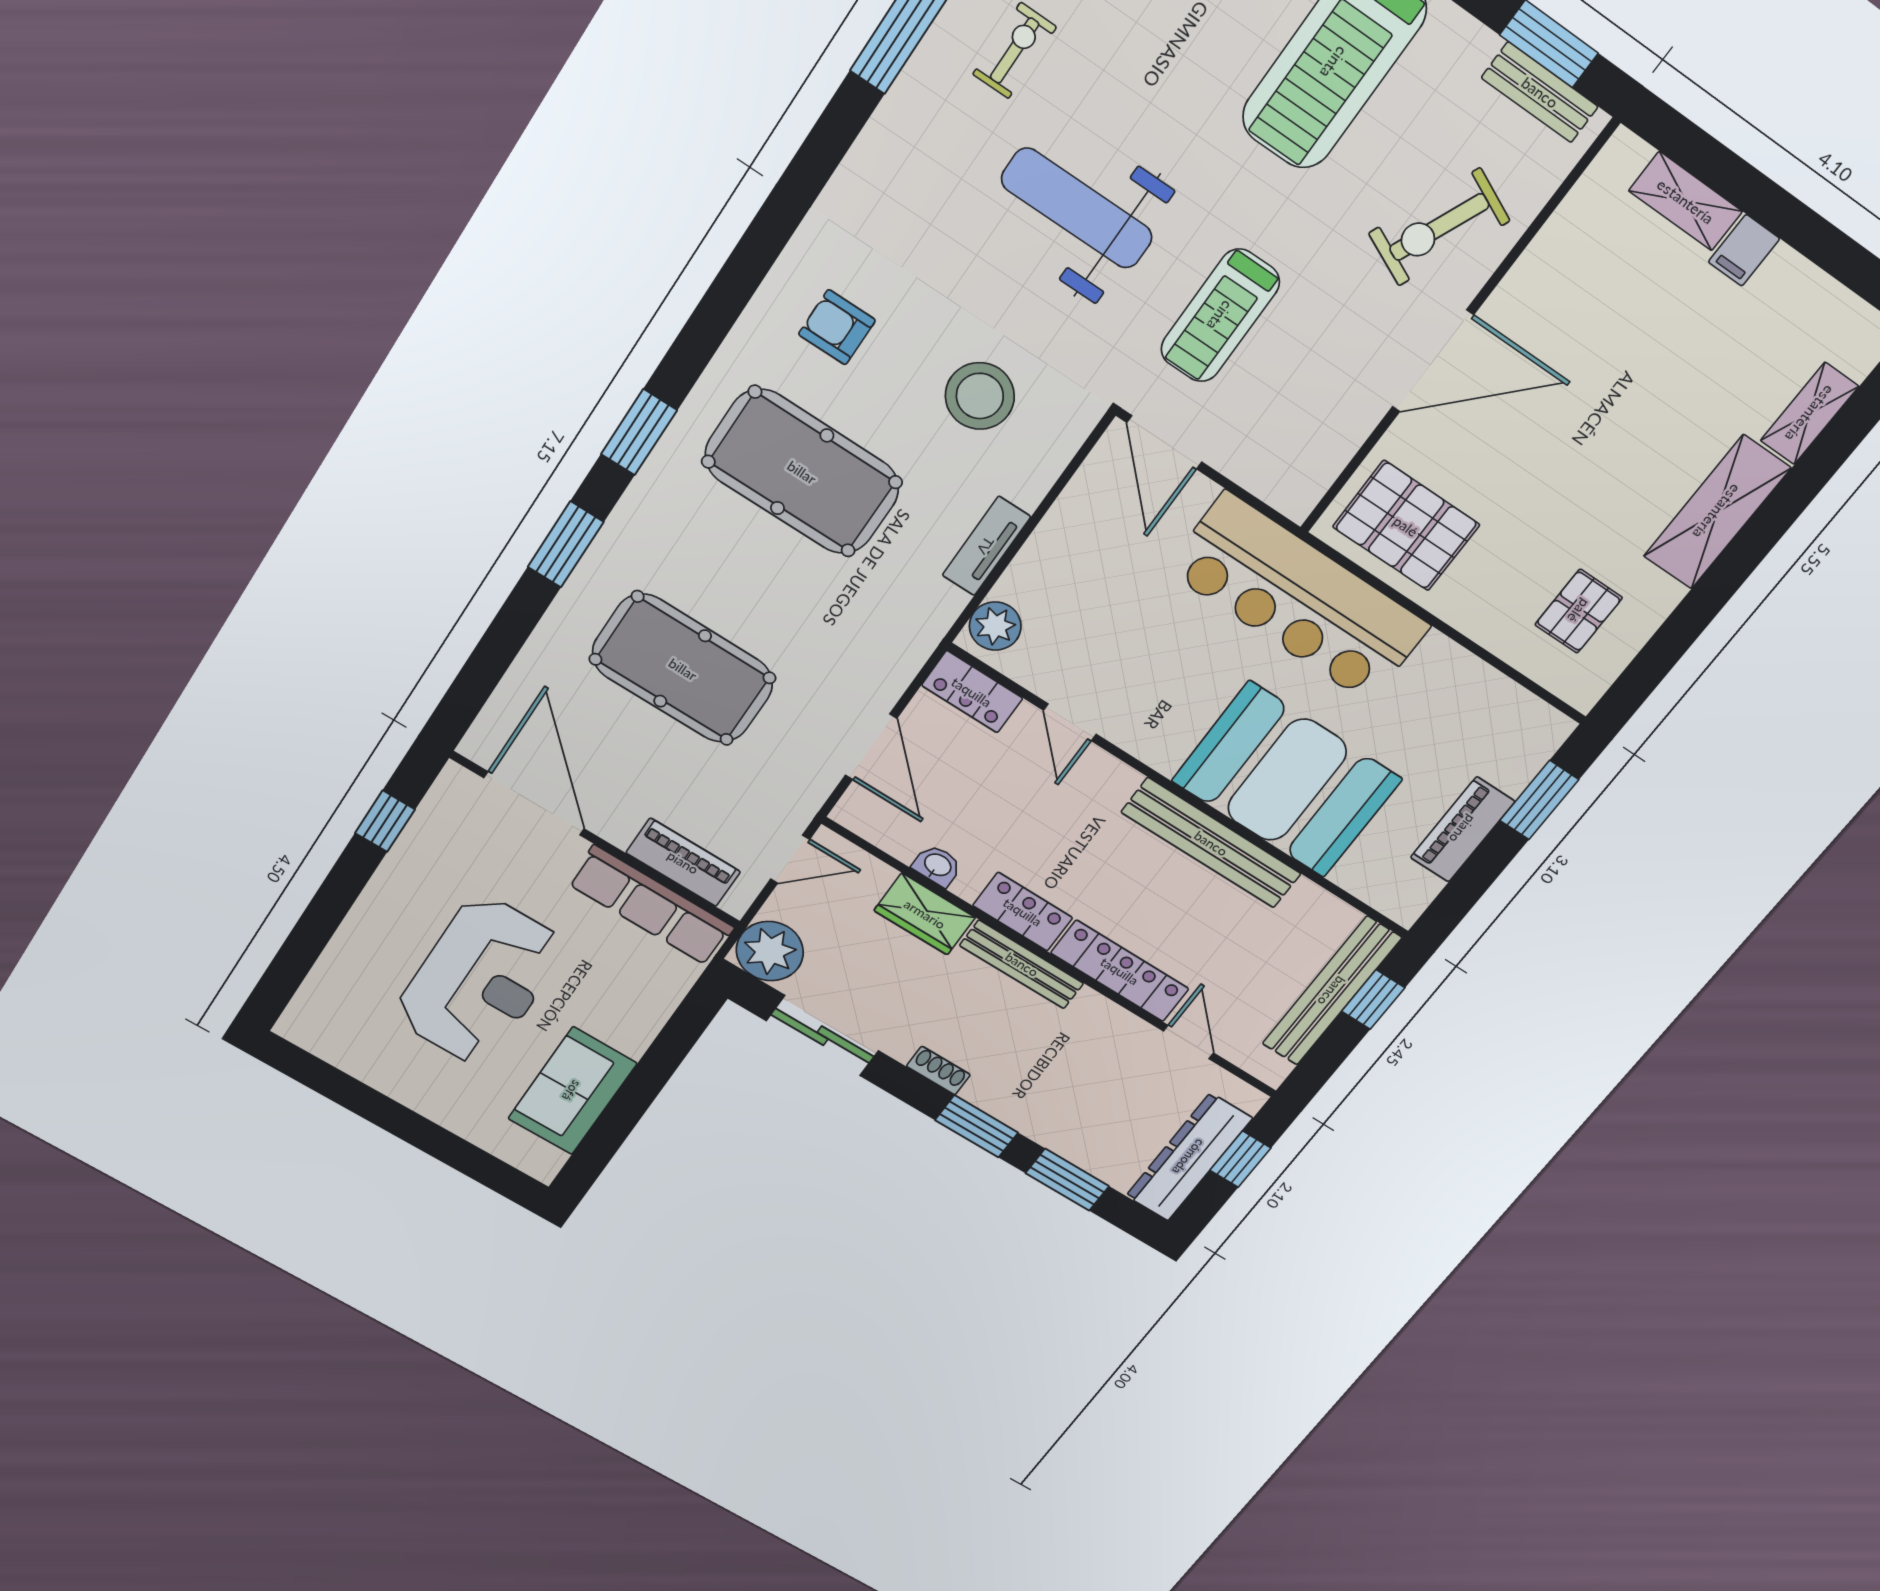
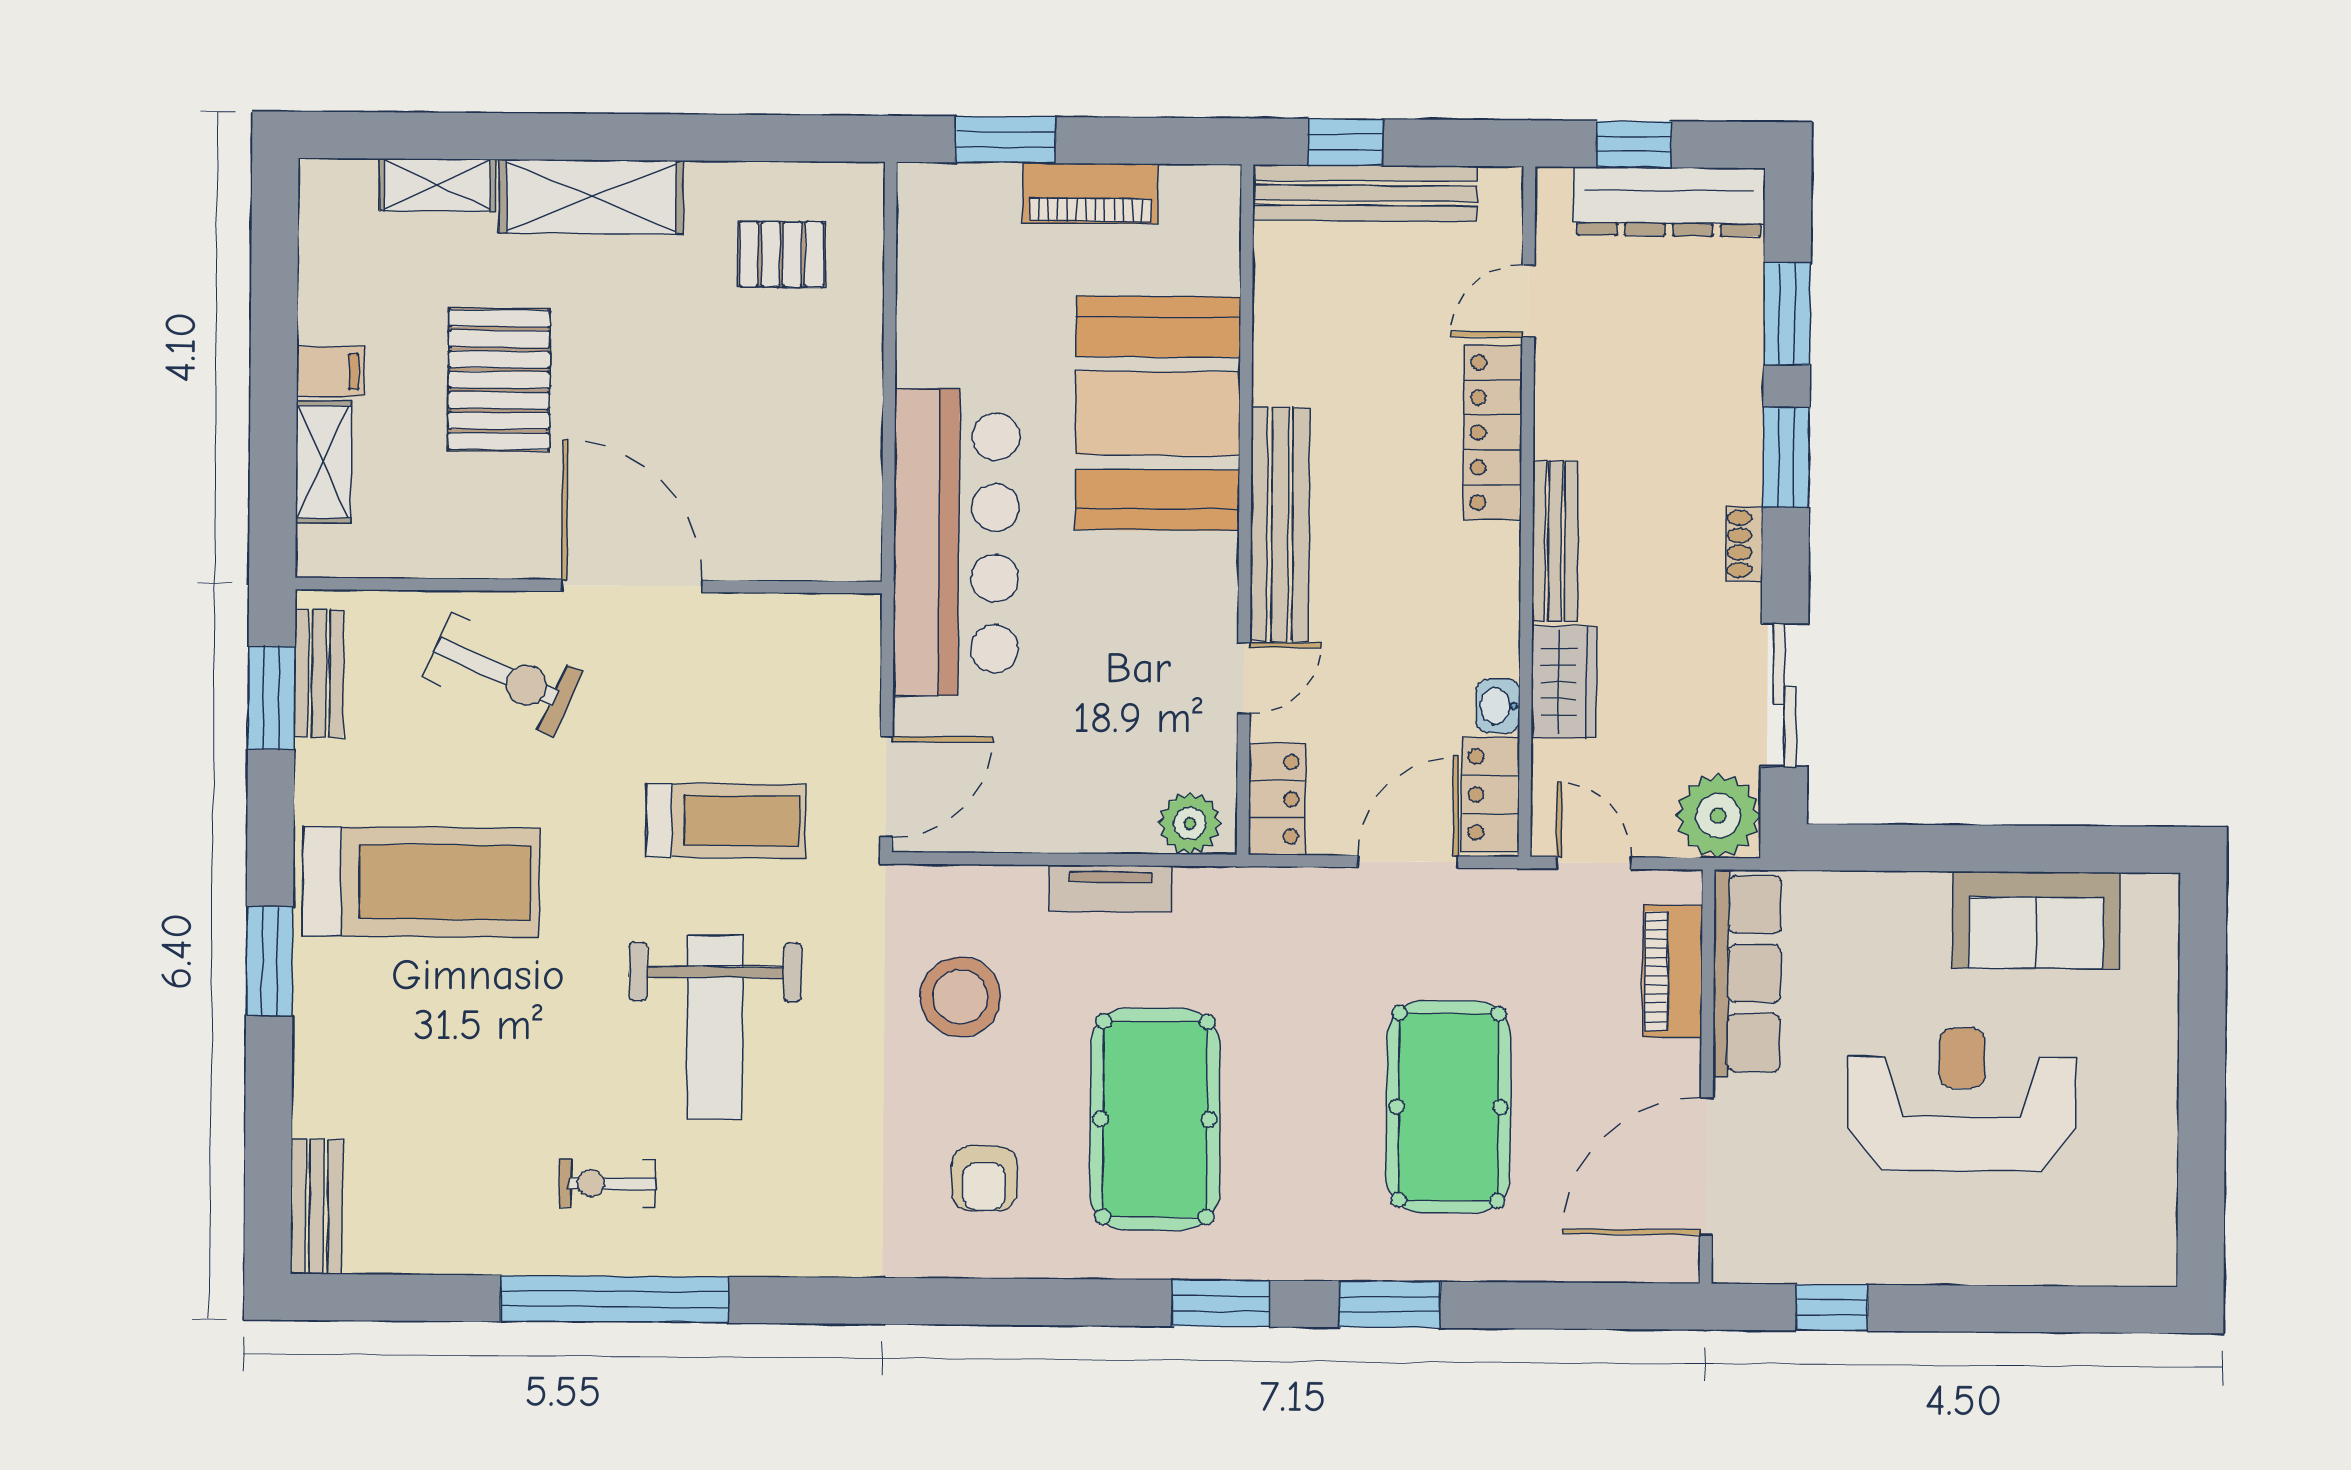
pallet: (1406, 526) -> (499, 380), moved
bench: (1211, 843) -> (1280, 525), moved
locker: (1023, 912) -> (1490, 795), moved

